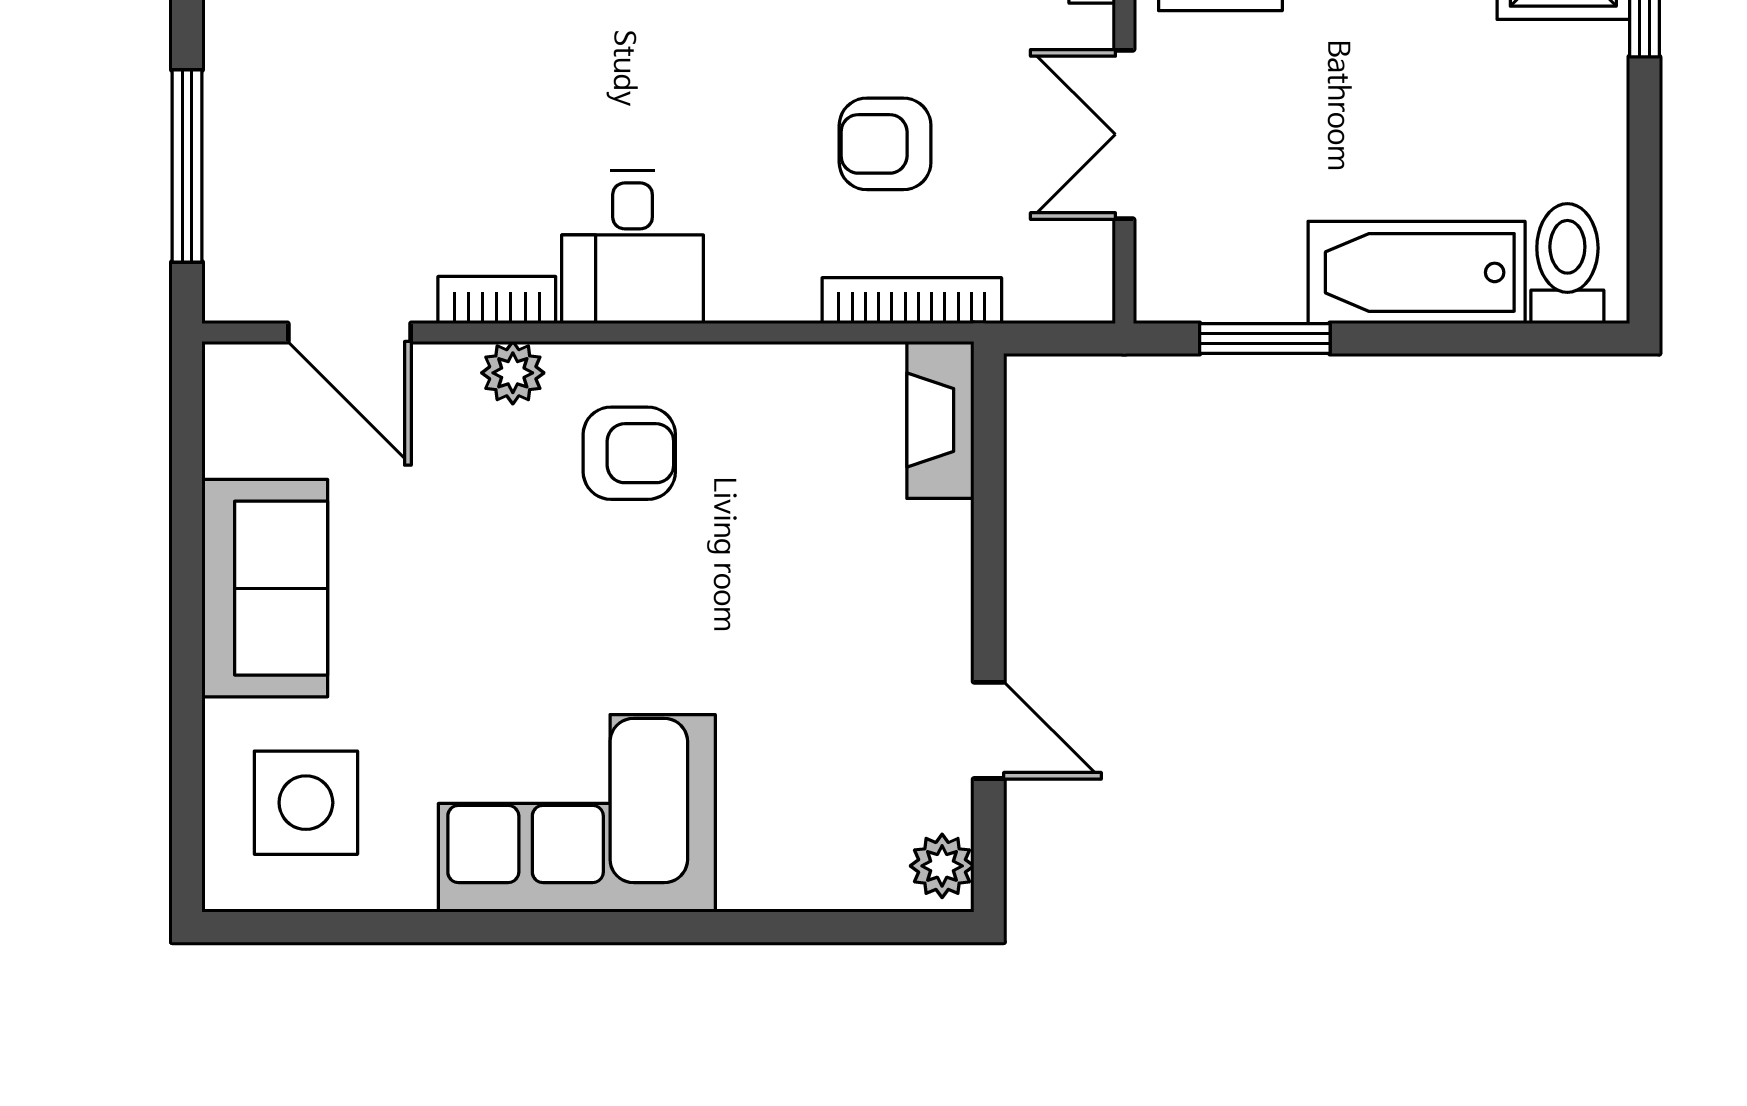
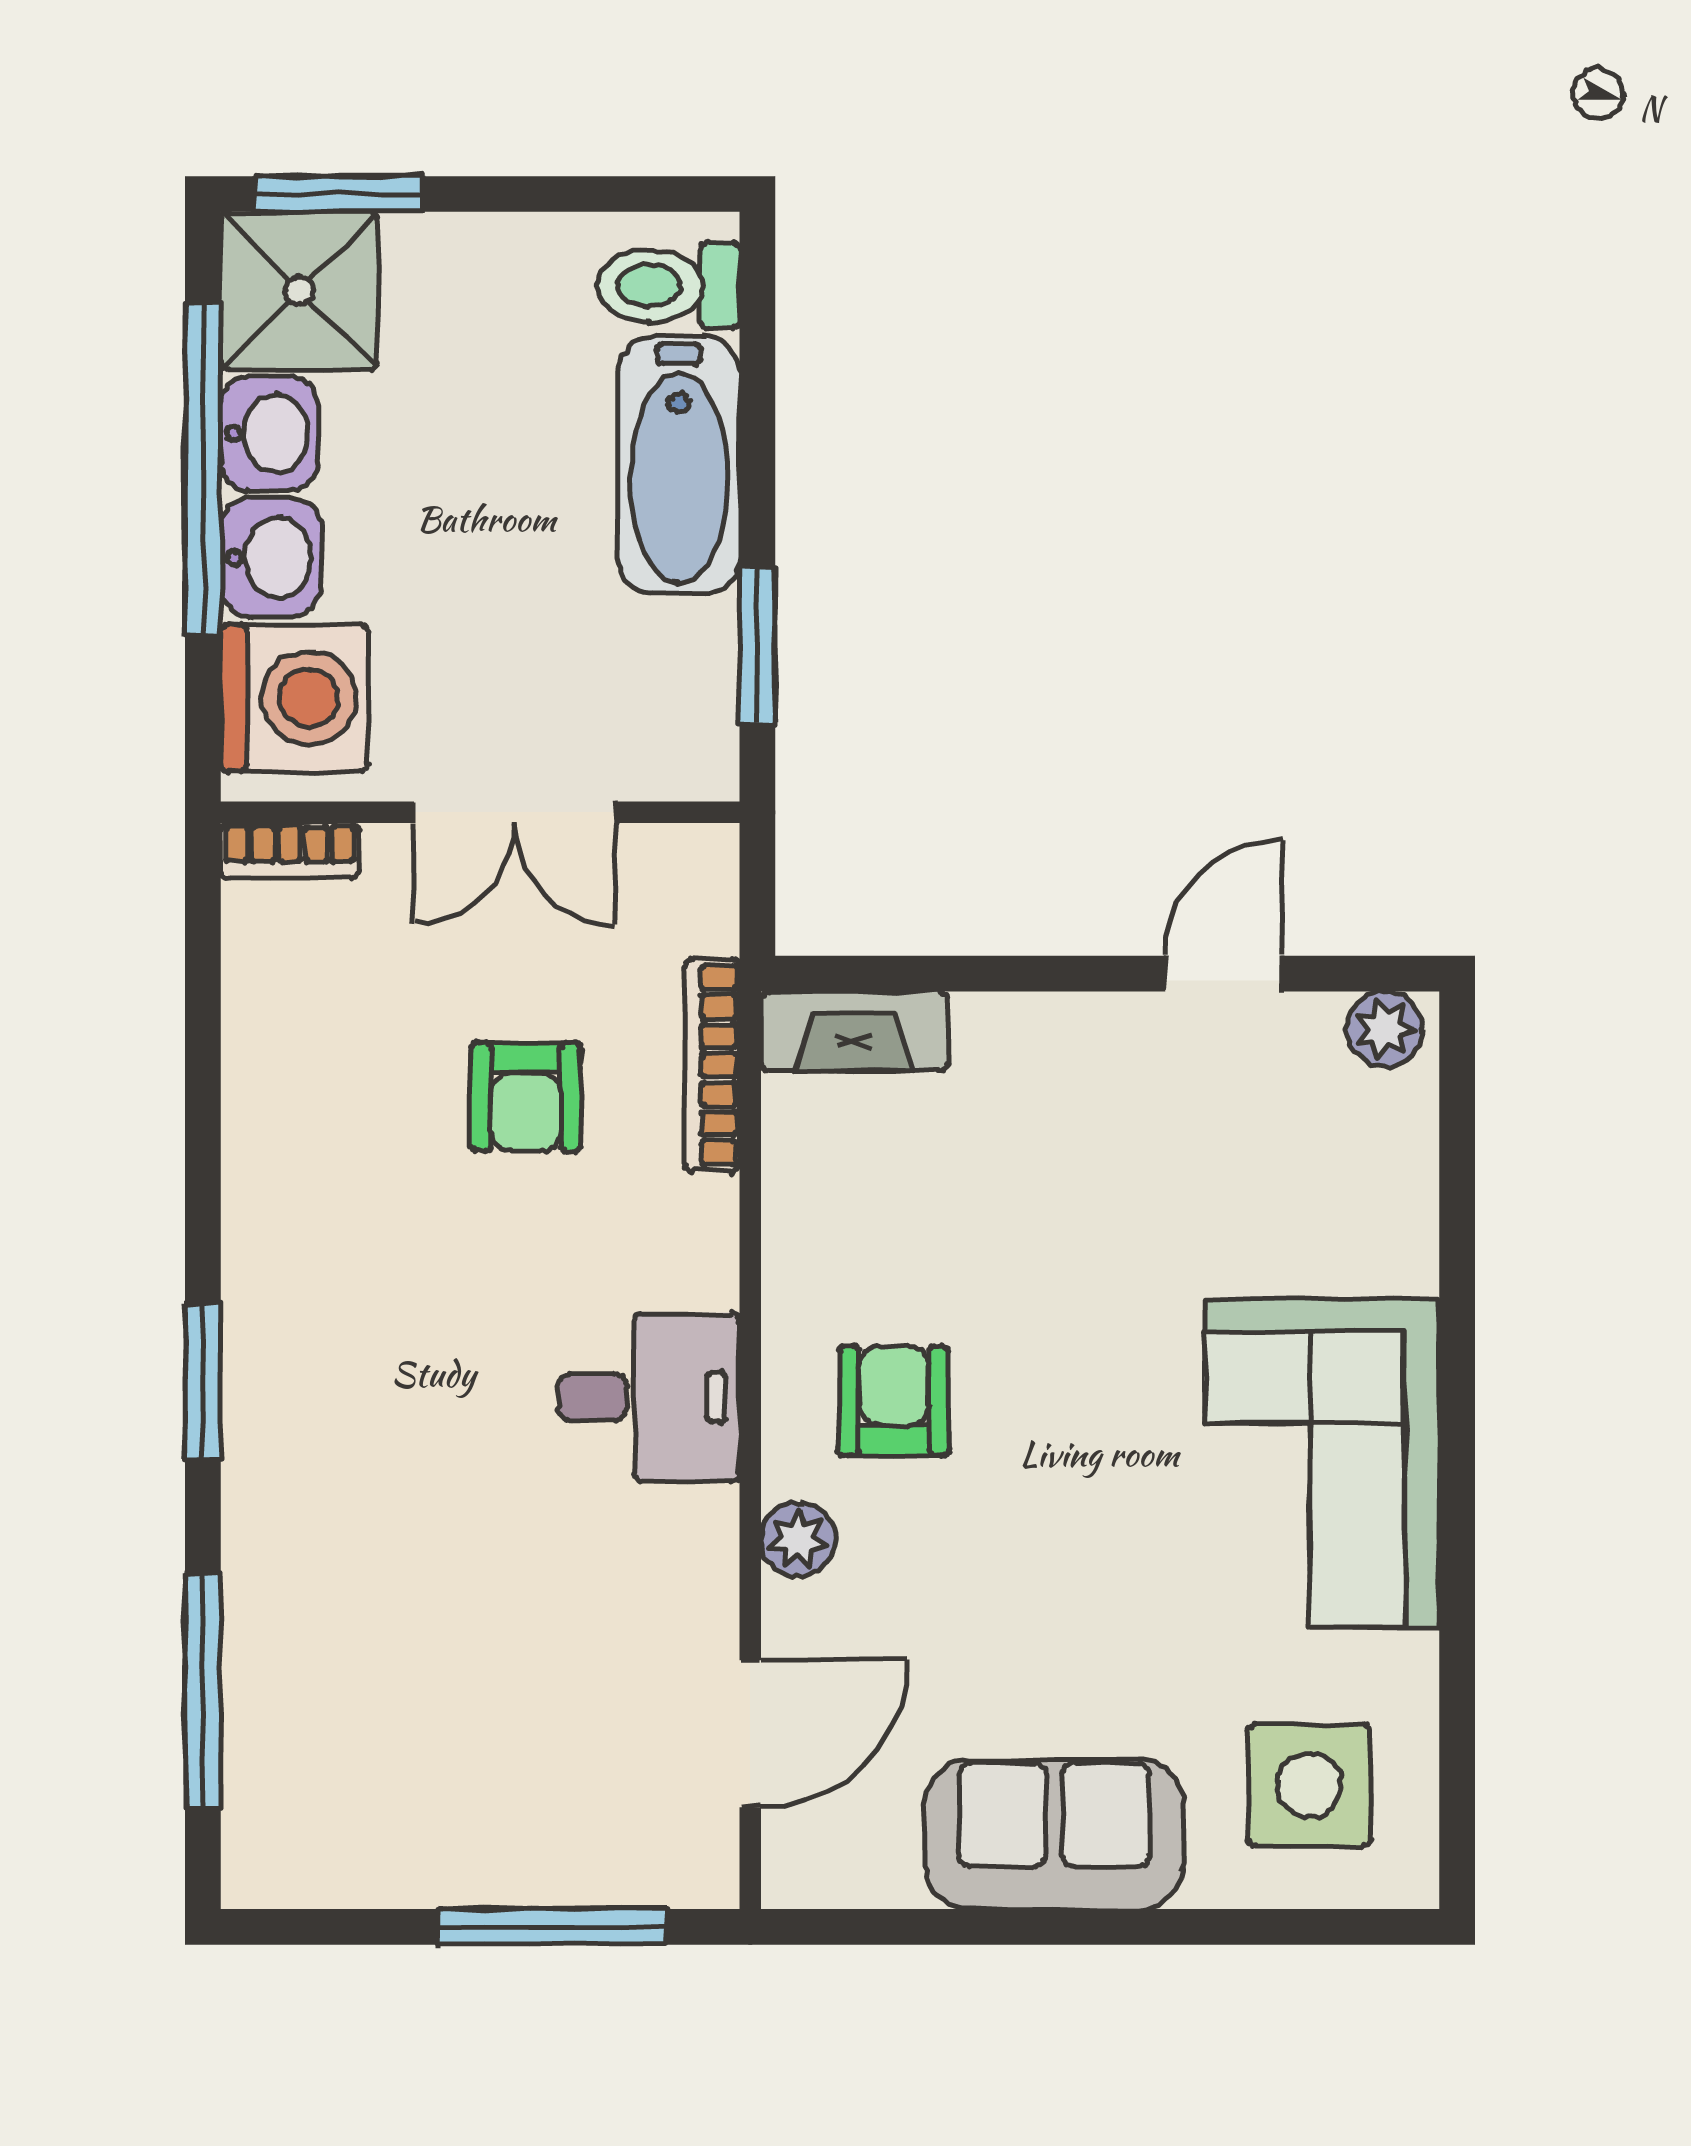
bookcase: (497, 300) -> (712, 1558), removed

